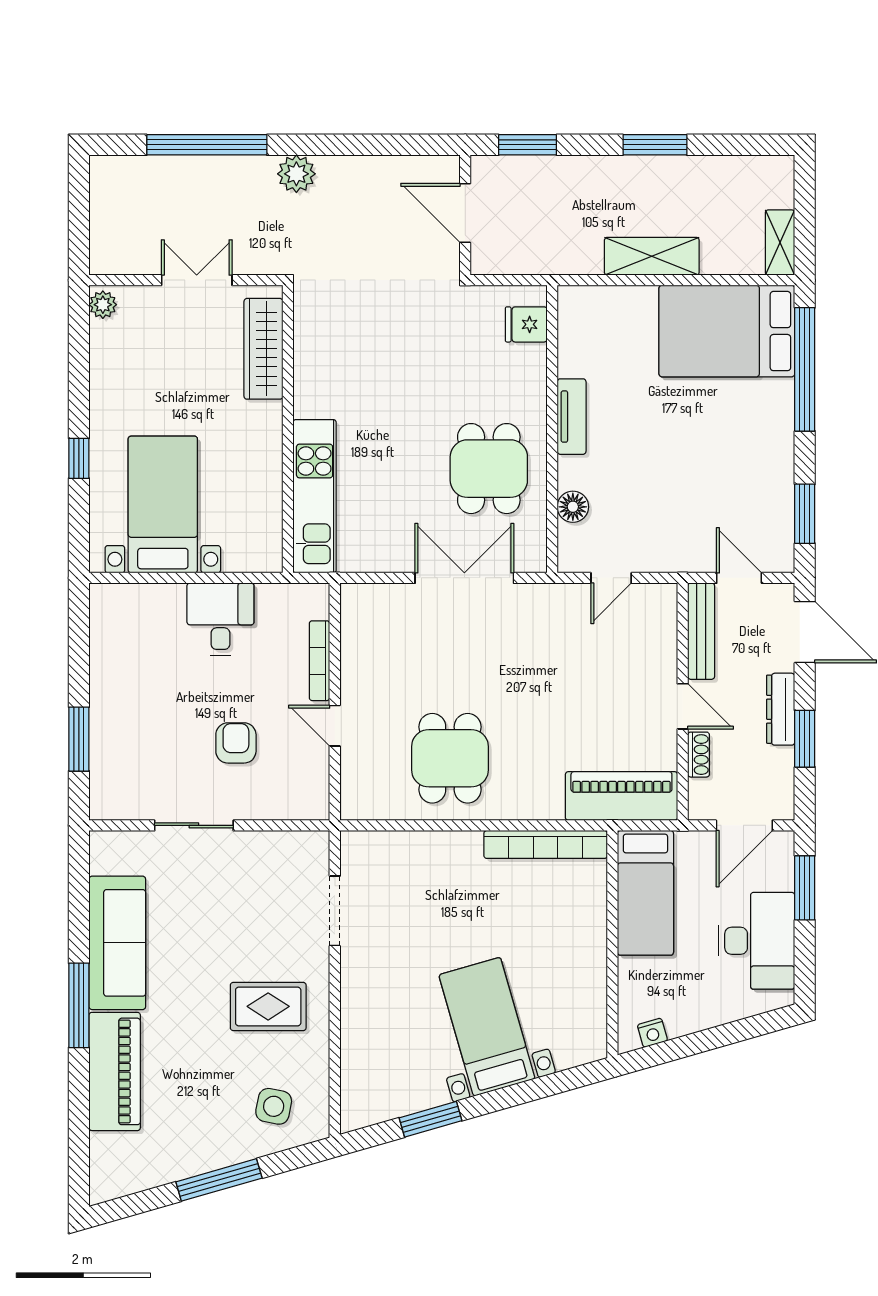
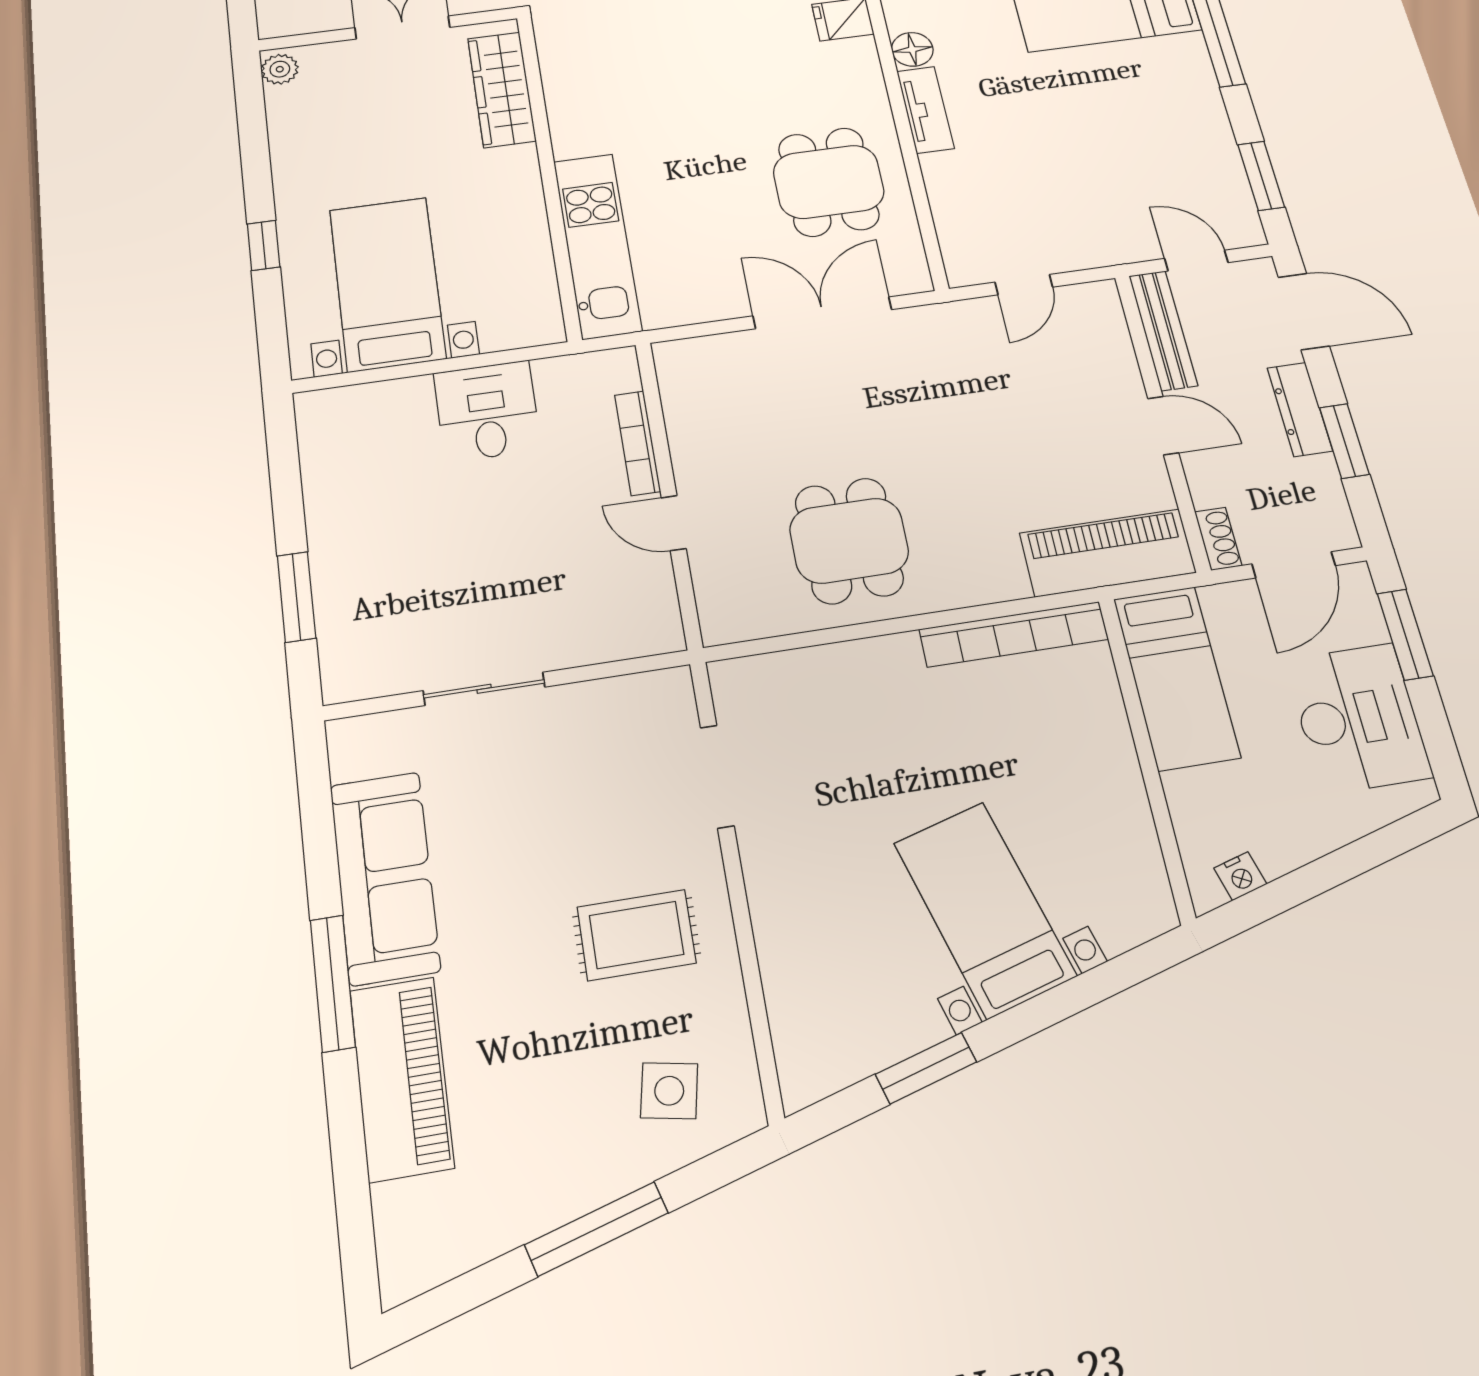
floor lamp: (573, 507) -> (912, 49), moved
armchair: (236, 743) -> (532, 567), removed
shoe rack: (699, 755) -> (1218, 539), moved

